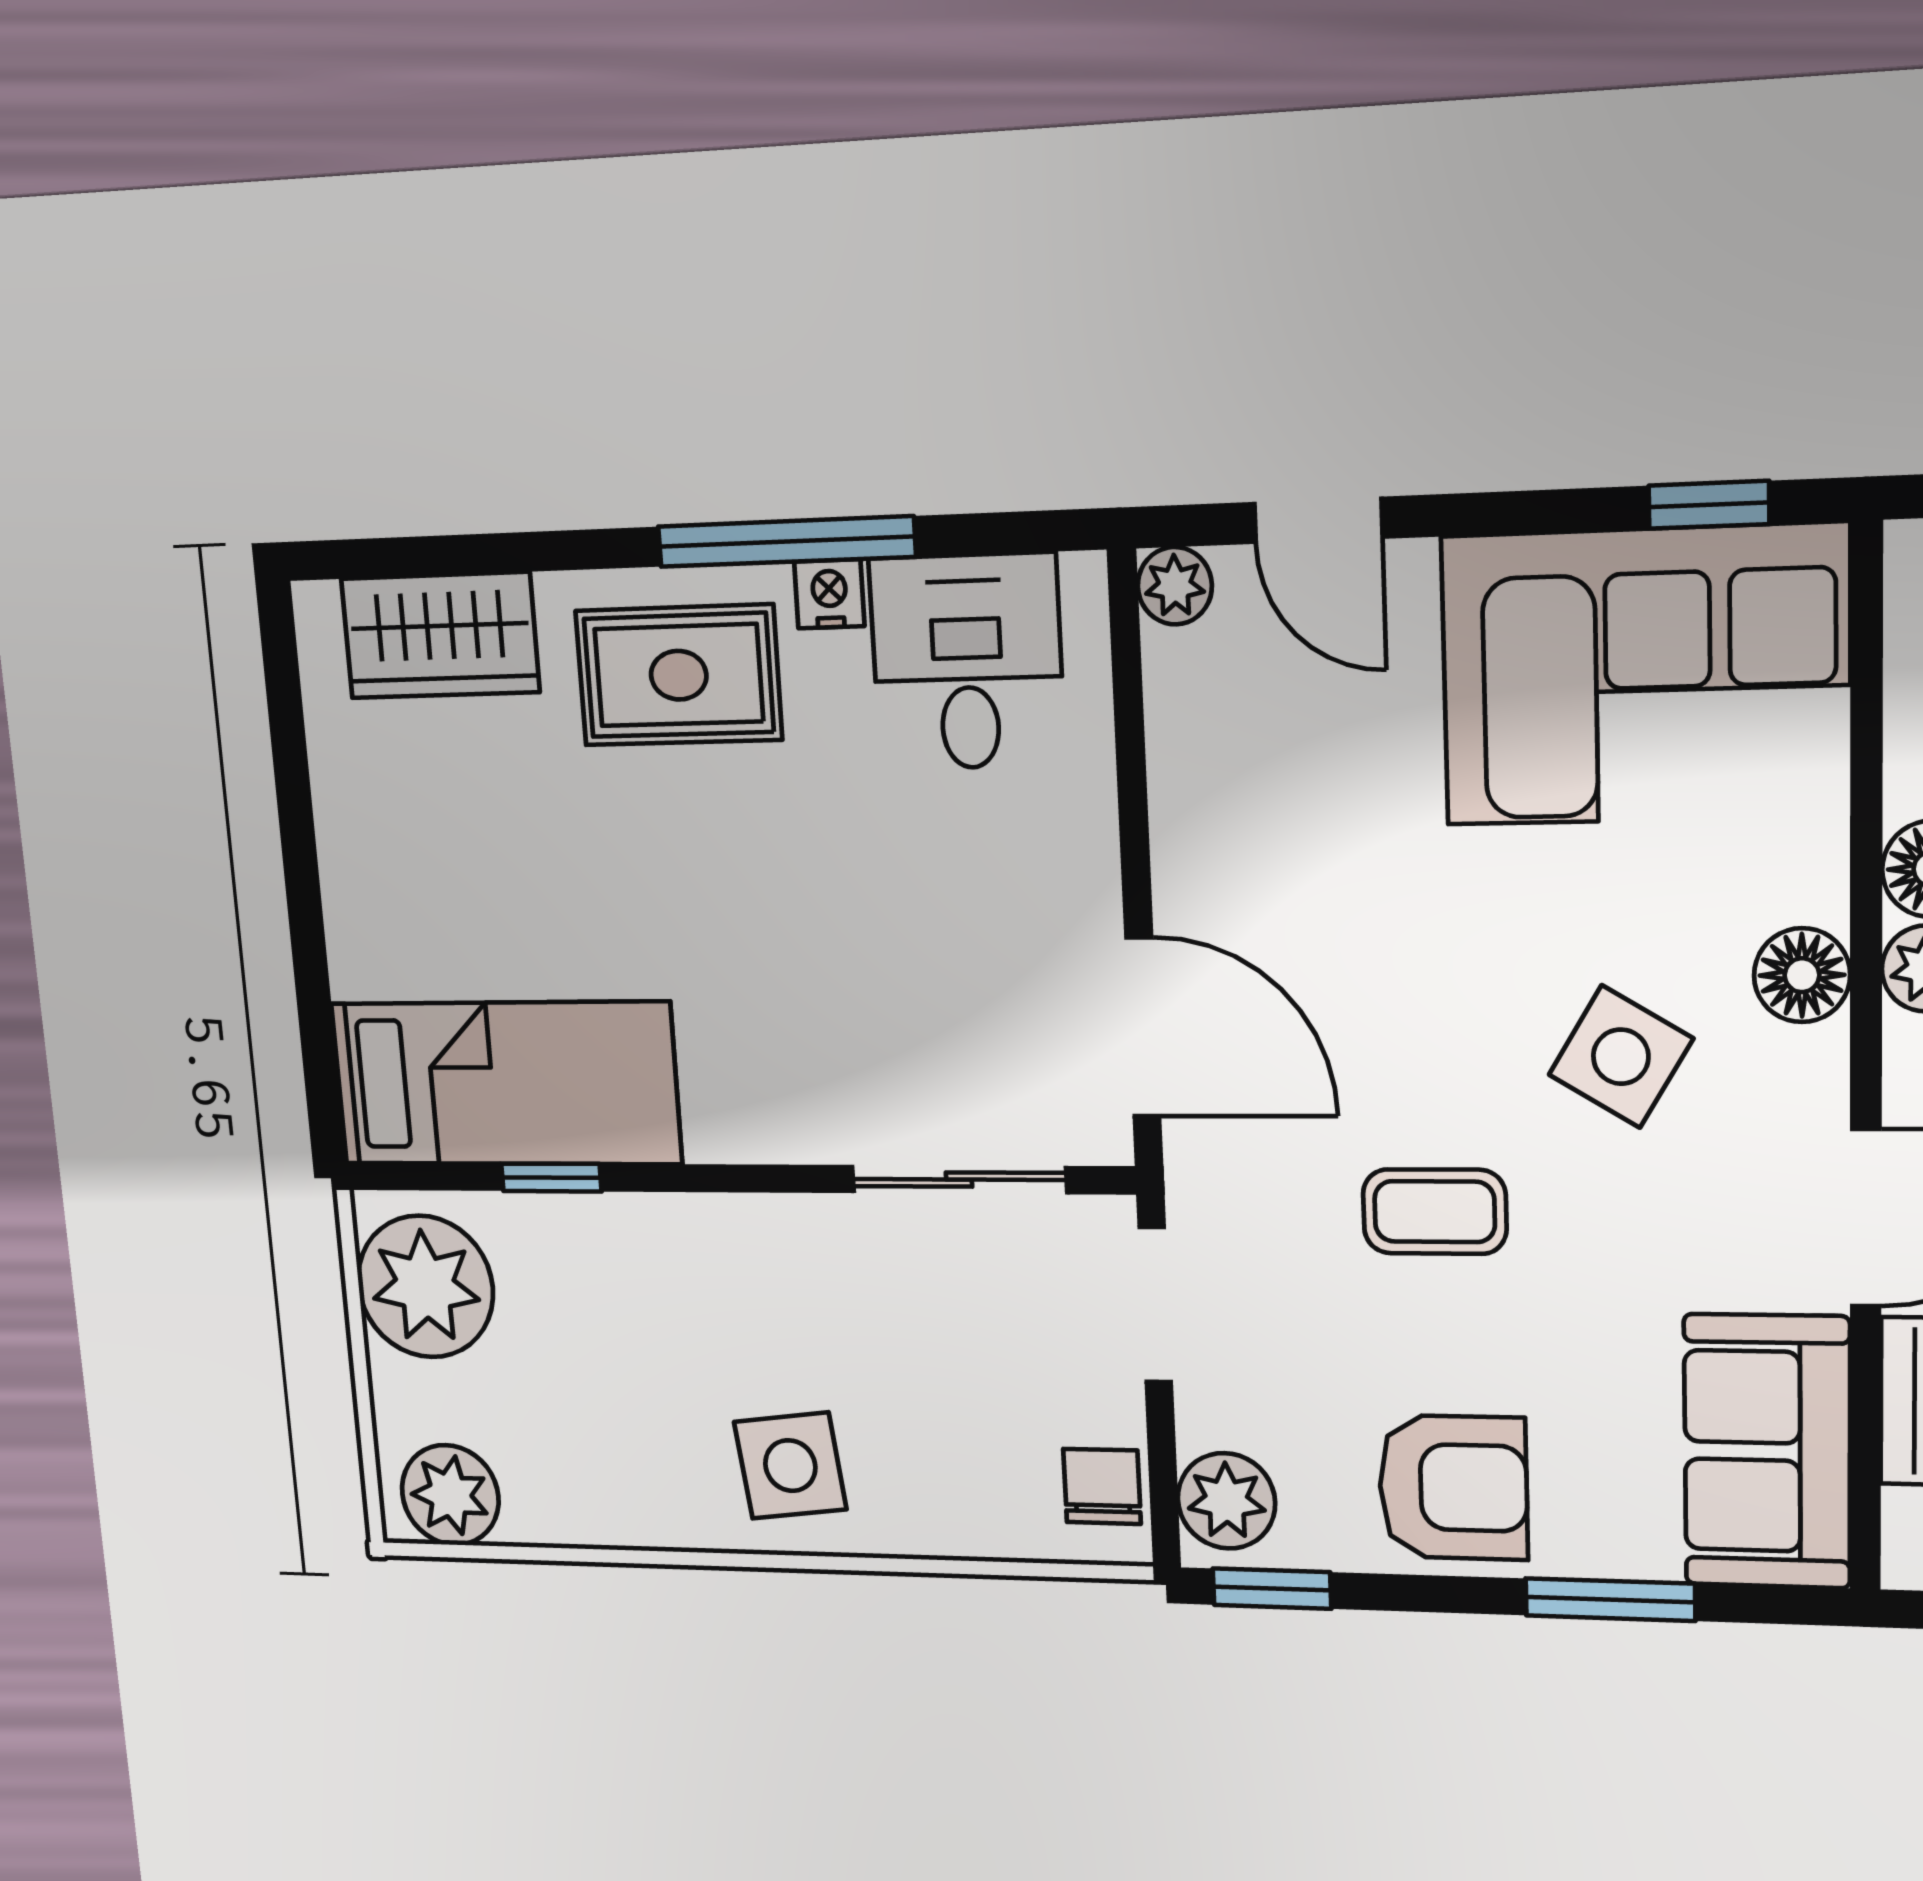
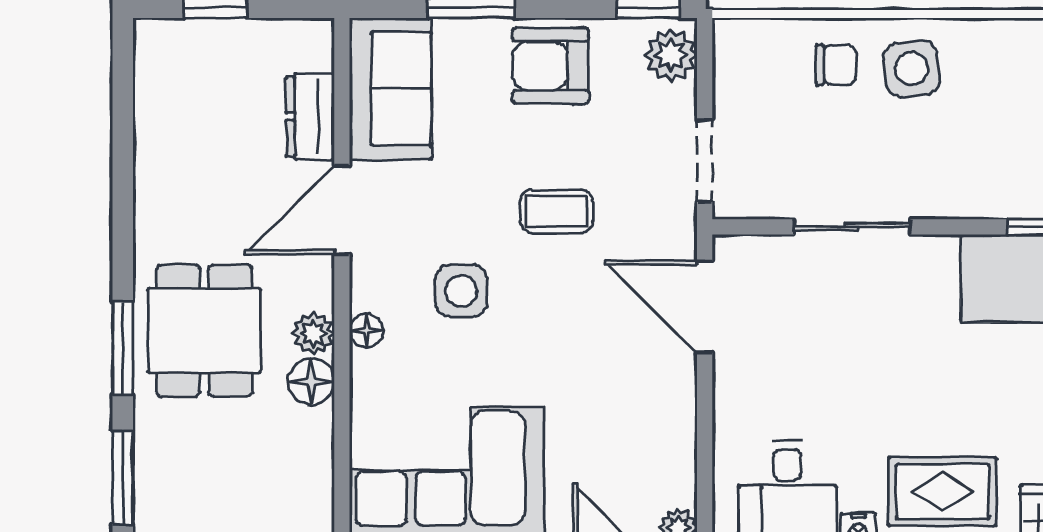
floor lamp: (1802, 975) -> (366, 331), width x0.73, depth x0.73
side table: (1621, 1057) -> (461, 291), turned -31
sliding door: (959, 1180) -> (852, 227), moved
chair: (1102, 1486) -> (836, 65), moved, turned -90

